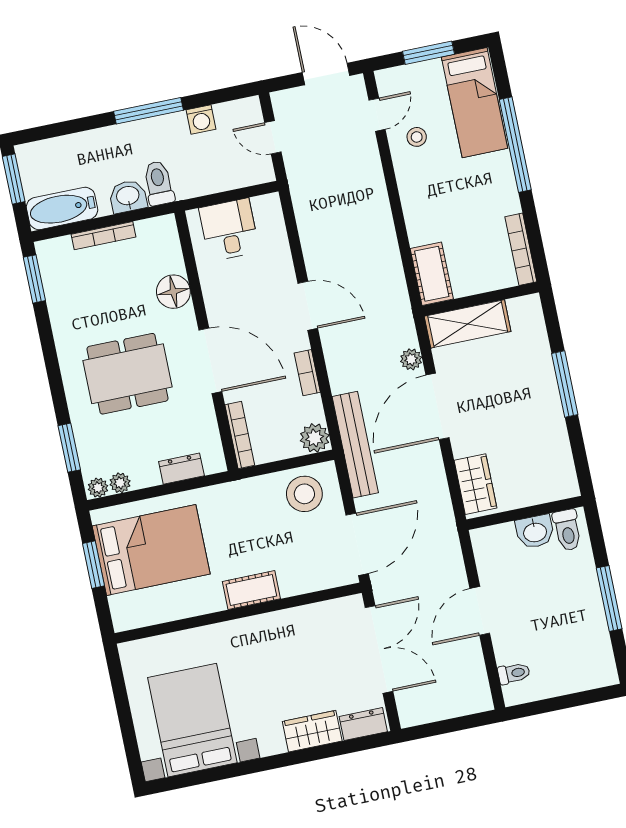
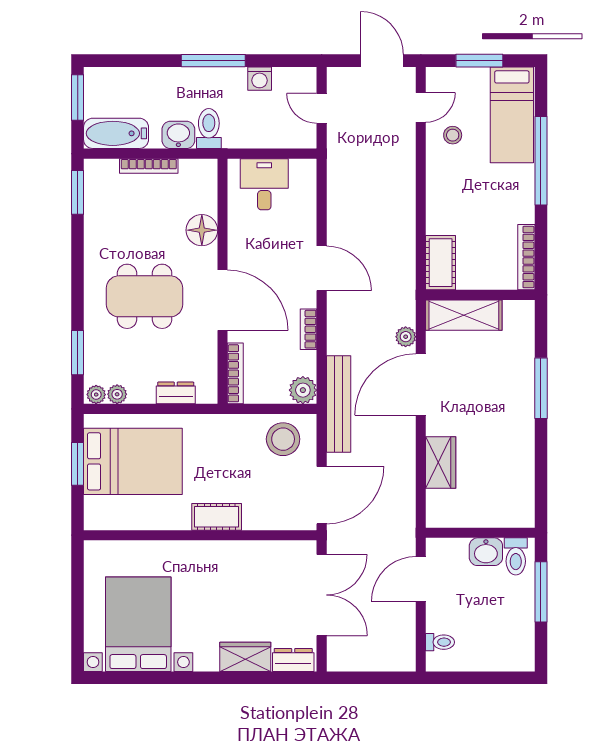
wall: (525, 513) -> (480, 533), moved
toilet: (567, 530) -> (516, 556), moved
washbasin: (535, 532) -> (486, 552), moved

